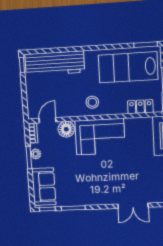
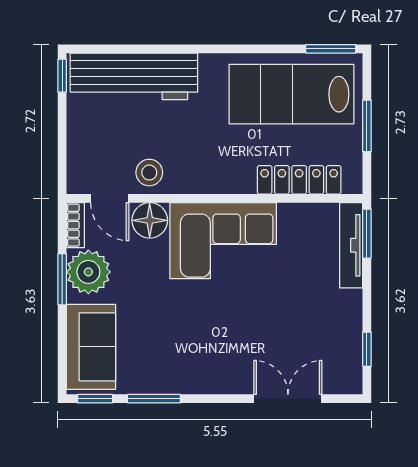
stool: (92, 102) -> (149, 173), moved
locker: (140, 107) -> (299, 180), width x1.53
door: (48, 120) -> (110, 198), swing flipped
plant: (36, 154) -> (88, 272), width x1.88, depth x1.88
double door: (133, 206) -> (288, 399), swing flipped

